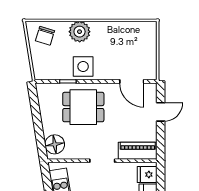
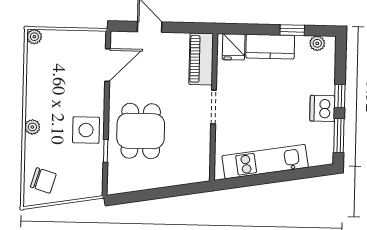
plant: (151, 27) -> (34, 37), added
plant: (80, 32) -> (32, 127), width x0.53, depth x0.53
floor lamp: (55, 144) -> (190, 171), removed

